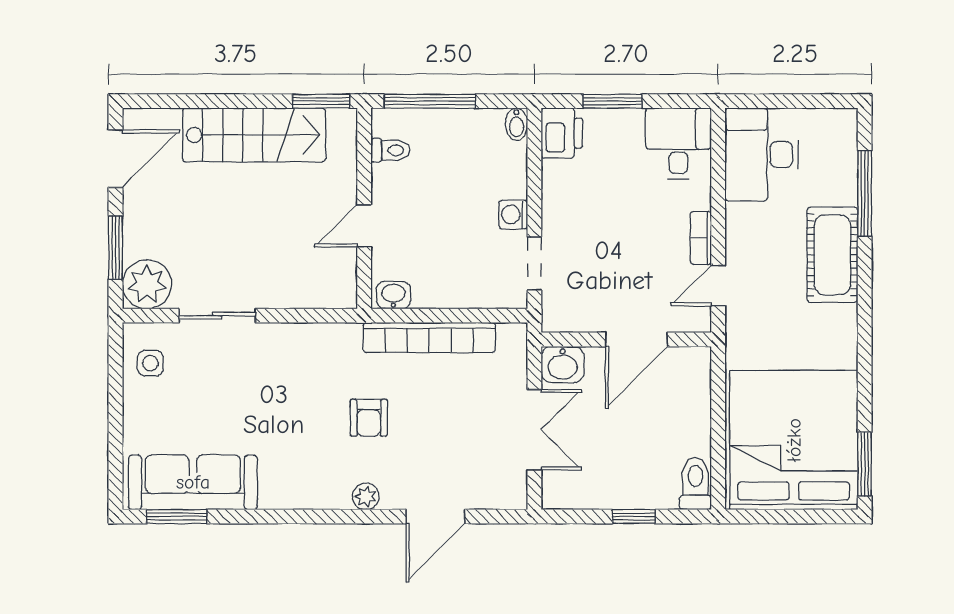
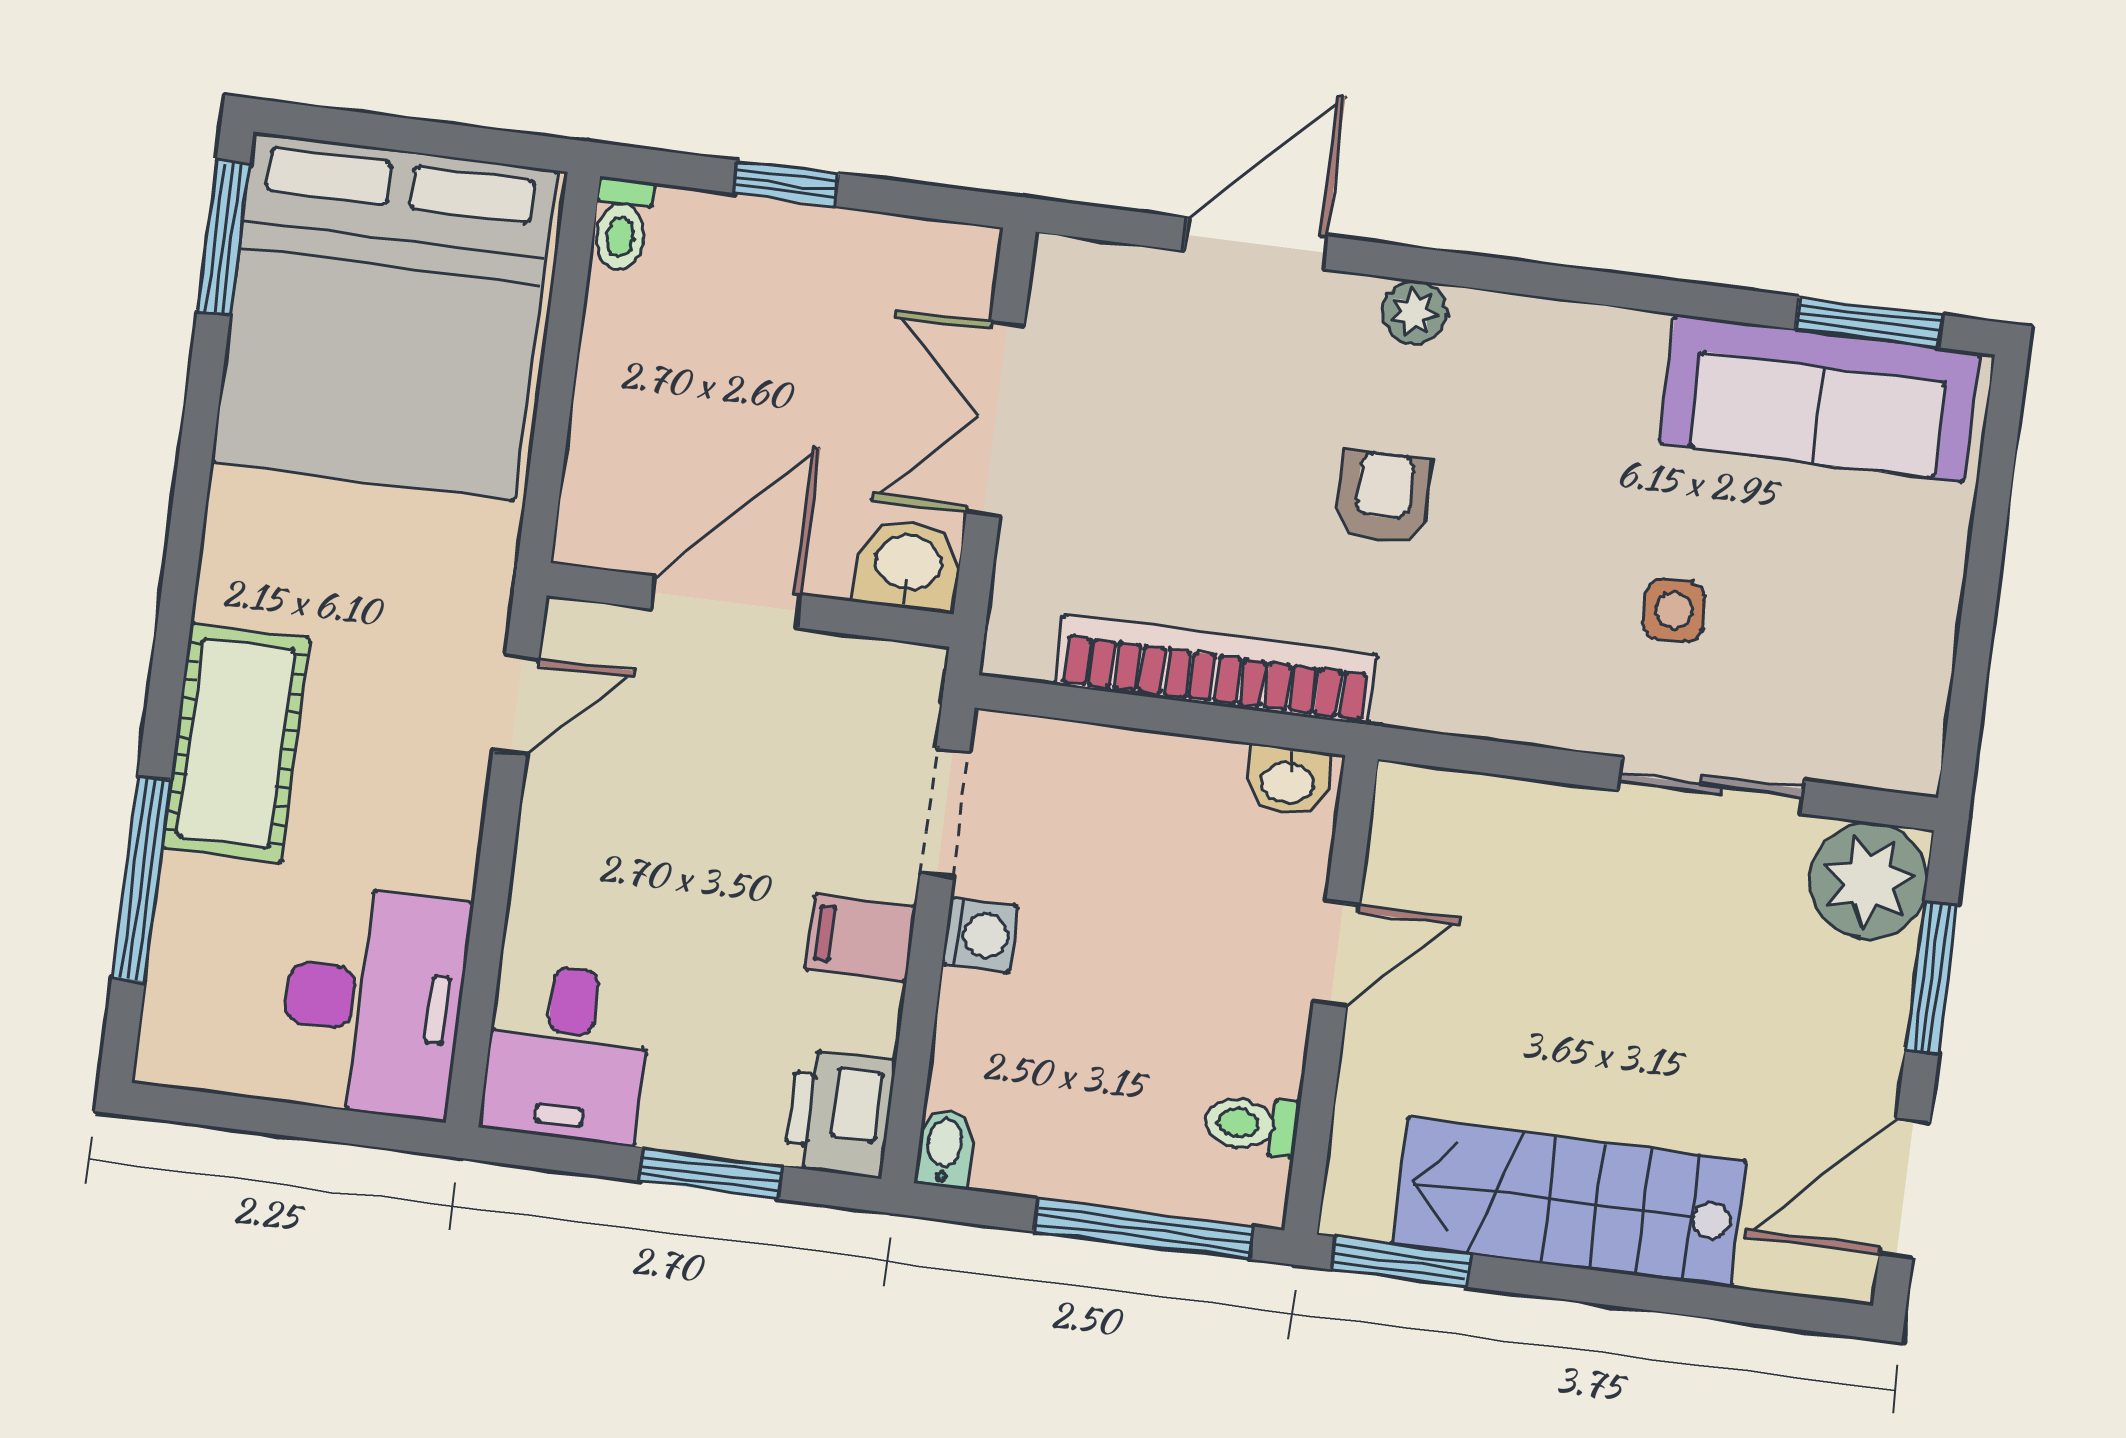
filing cabinet: (563, 207) -> (861, 938), added
bookcase: (701, 238) -> (543, 823), removed
side table: (150, 363) -> (1674, 611), moved
toilet: (695, 483) -> (622, 224), width x0.73, depth x0.72

